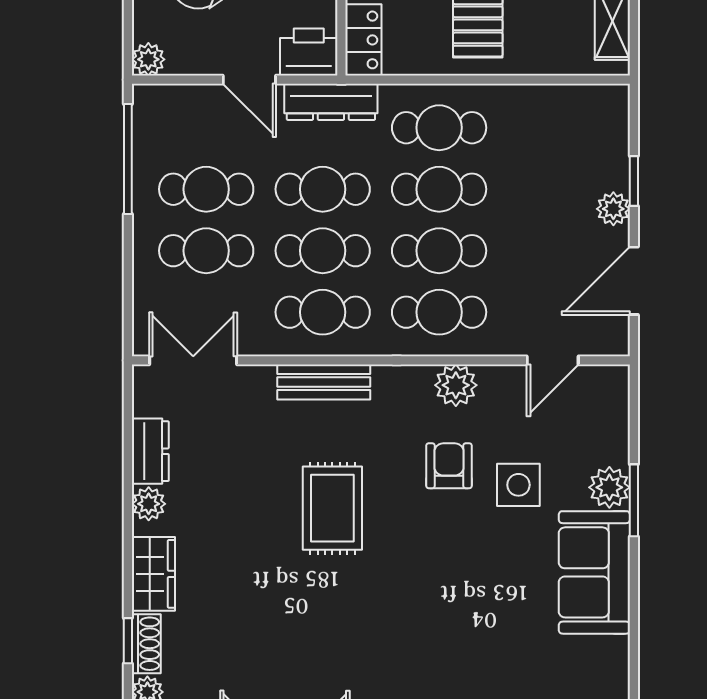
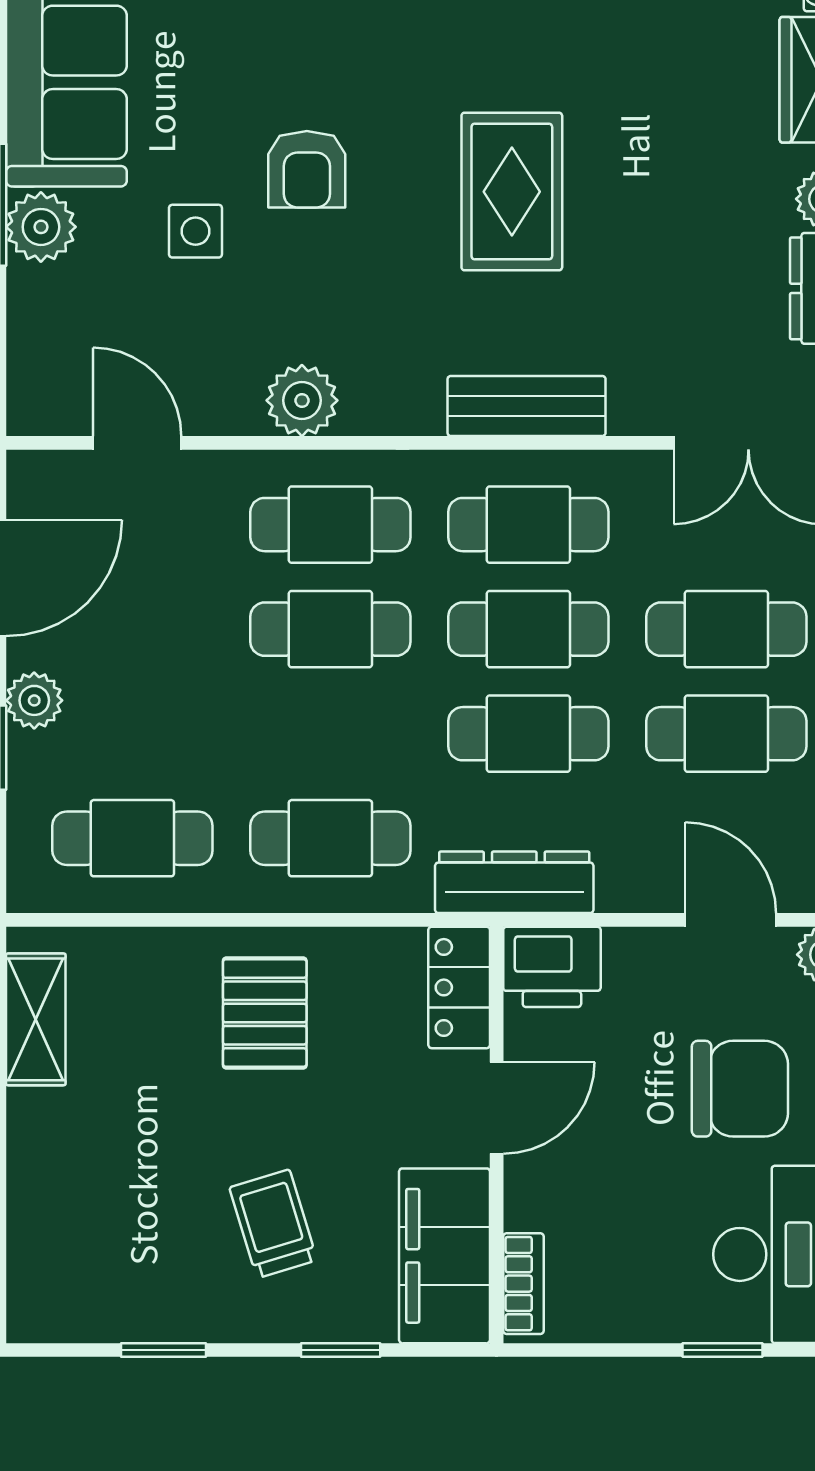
door: (249, 80) -> (731, 920), moved
cafe table: (439, 189) -> (132, 838), moved
door: (553, 360) -> (137, 443), hinge flipped
armchair: (449, 466) -> (307, 169), moved
side table: (518, 485) -> (195, 231), width x0.73, depth x0.73

